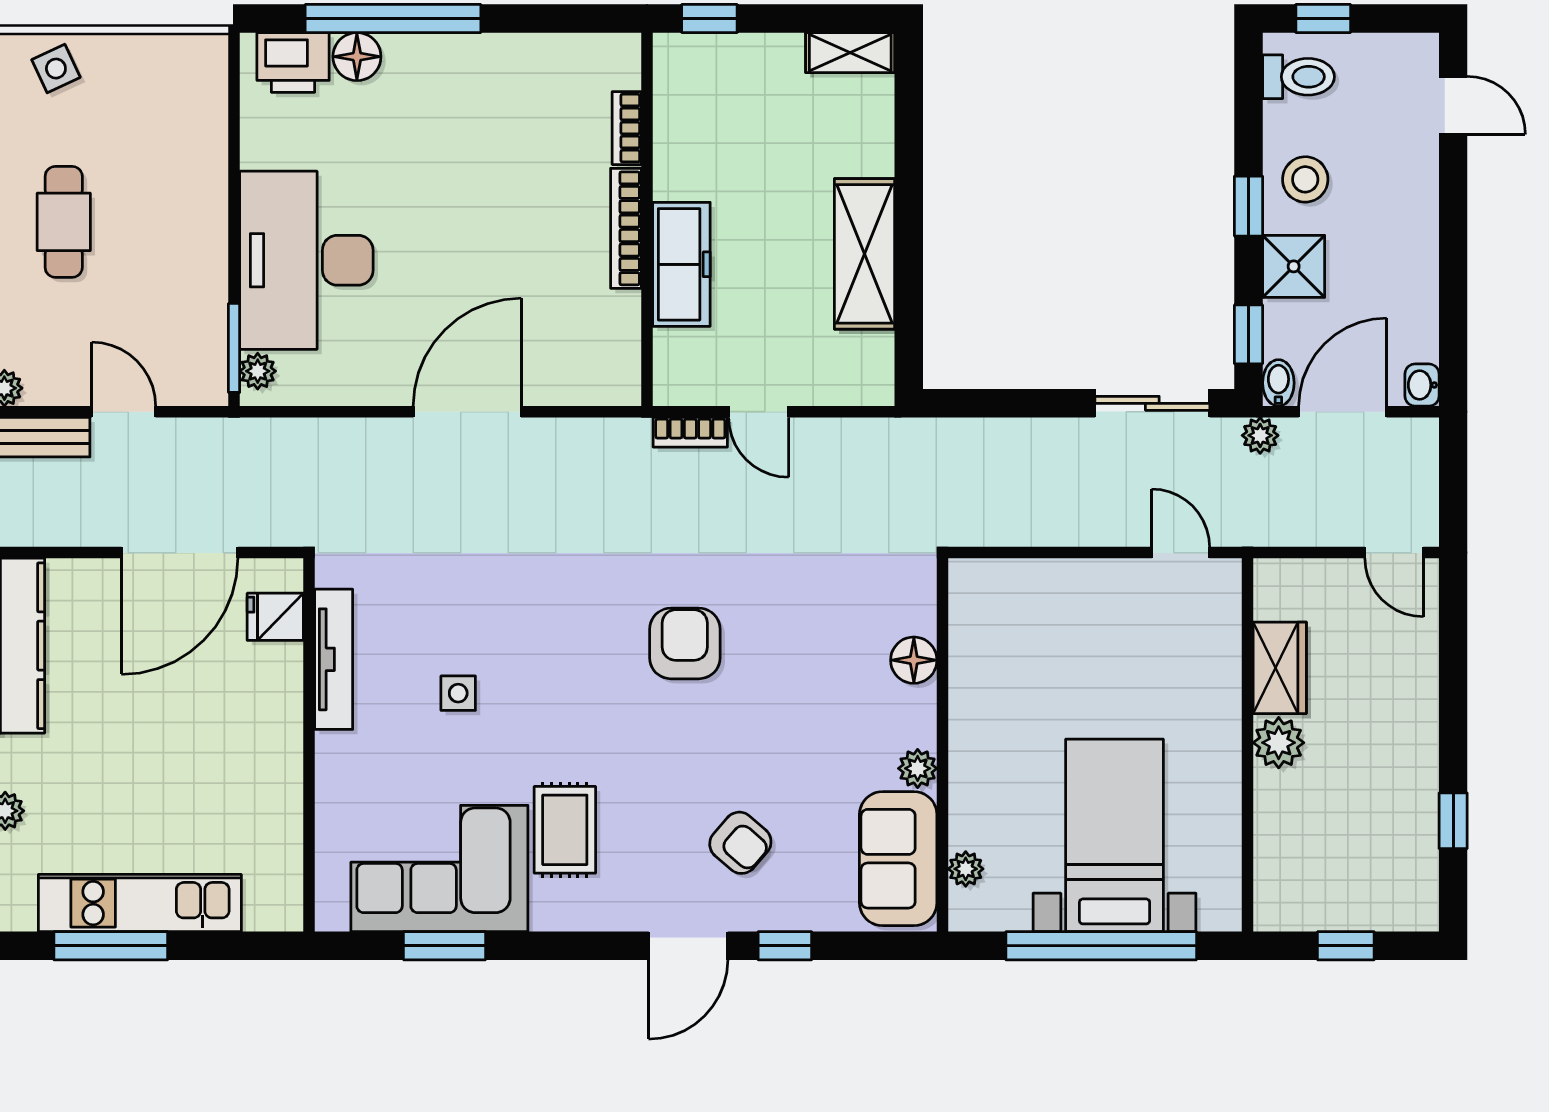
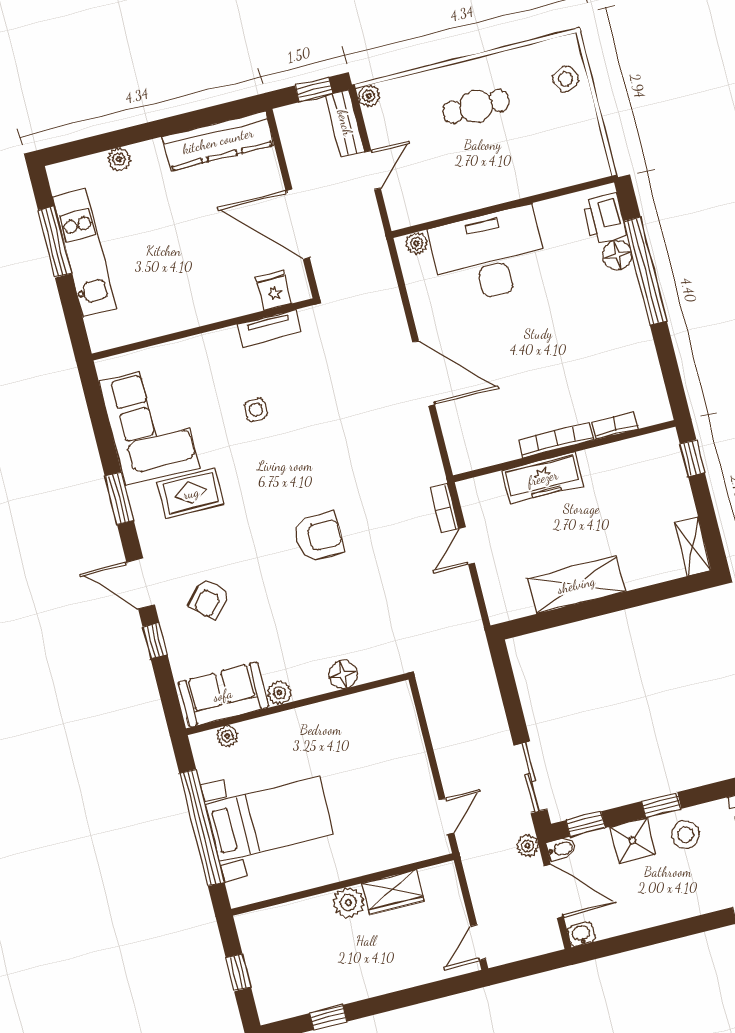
window: (234, 348) -> (427, 226), removed
tv unit: (334, 659) -> (269, 328), width x0.71
window: (445, 946) -> (119, 498), moved

